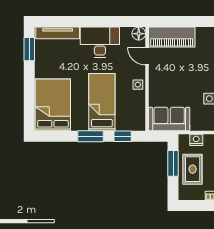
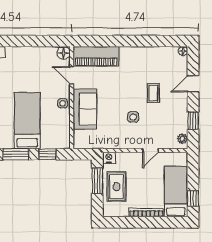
desk: (100, 42) -> (25, 61), removed
sofa: (169, 119) -> (85, 109), moved, turned 90
nightstand: (196, 140) -> (109, 158), moved

